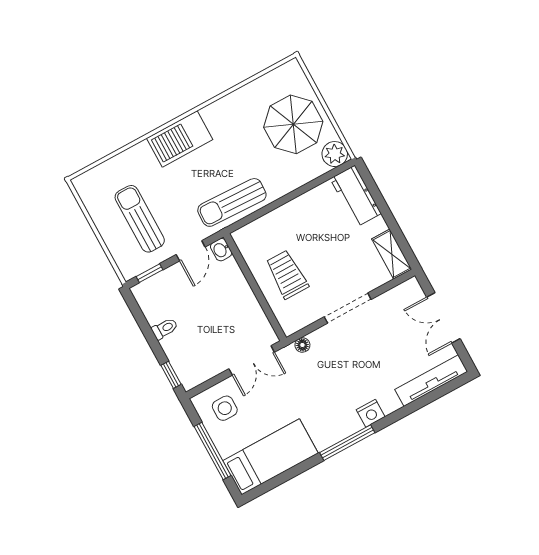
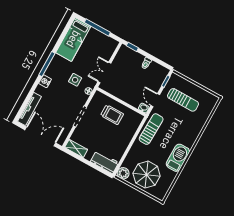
barbecue: (180, 139) -> (178, 158), moved
double door: (443, 318) -> (40, 136), width x1.37
side table: (225, 408) -> (75, 80), moved

